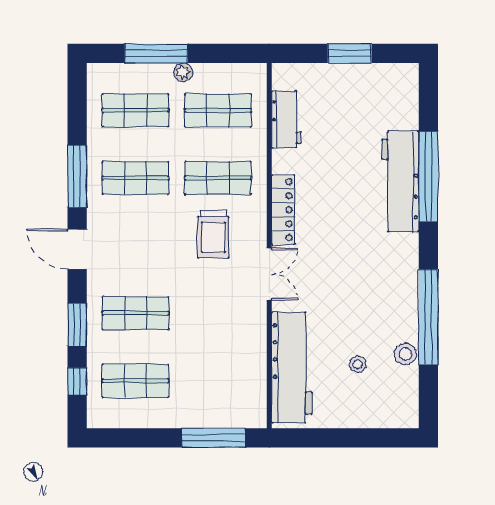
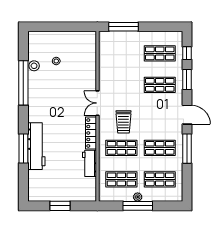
window: (156, 53) -> (138, 206), moved
workbench: (286, 119) -> (89, 163), moved
window: (428, 176) -> (23, 149), width x0.68
trolley: (213, 234) -> (123, 122), turned 180
workbench: (292, 368) -> (87, 59), removed

